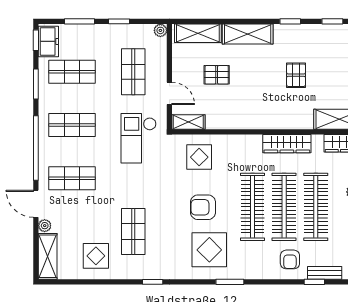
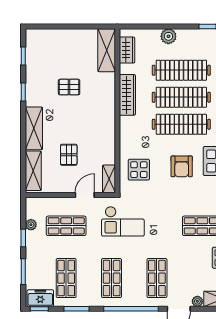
plant: (160, 30) -> (31, 225), moved

